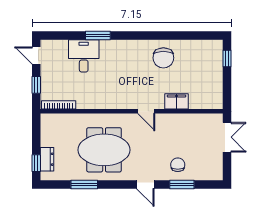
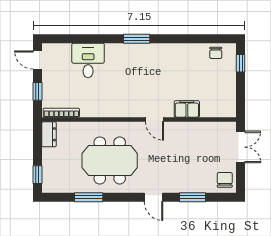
window: (98, 35) -> (137, 39), moved
chair: (163, 58) -> (216, 53), moved, width x0.54, depth x0.54
dresser: (47, 159) -> (49, 134), moved
chair: (178, 165) -> (225, 180), moved

